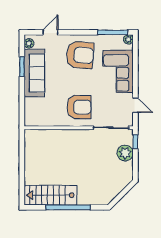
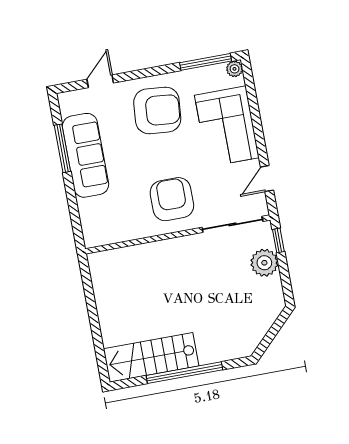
plant: (29, 43) -> (67, 107), removed
window: (22, 67) -> (62, 148), width x1.44
door: (135, 105) -> (267, 179), swing flipped
armchair: (79, 107) -> (172, 199), turned -90

